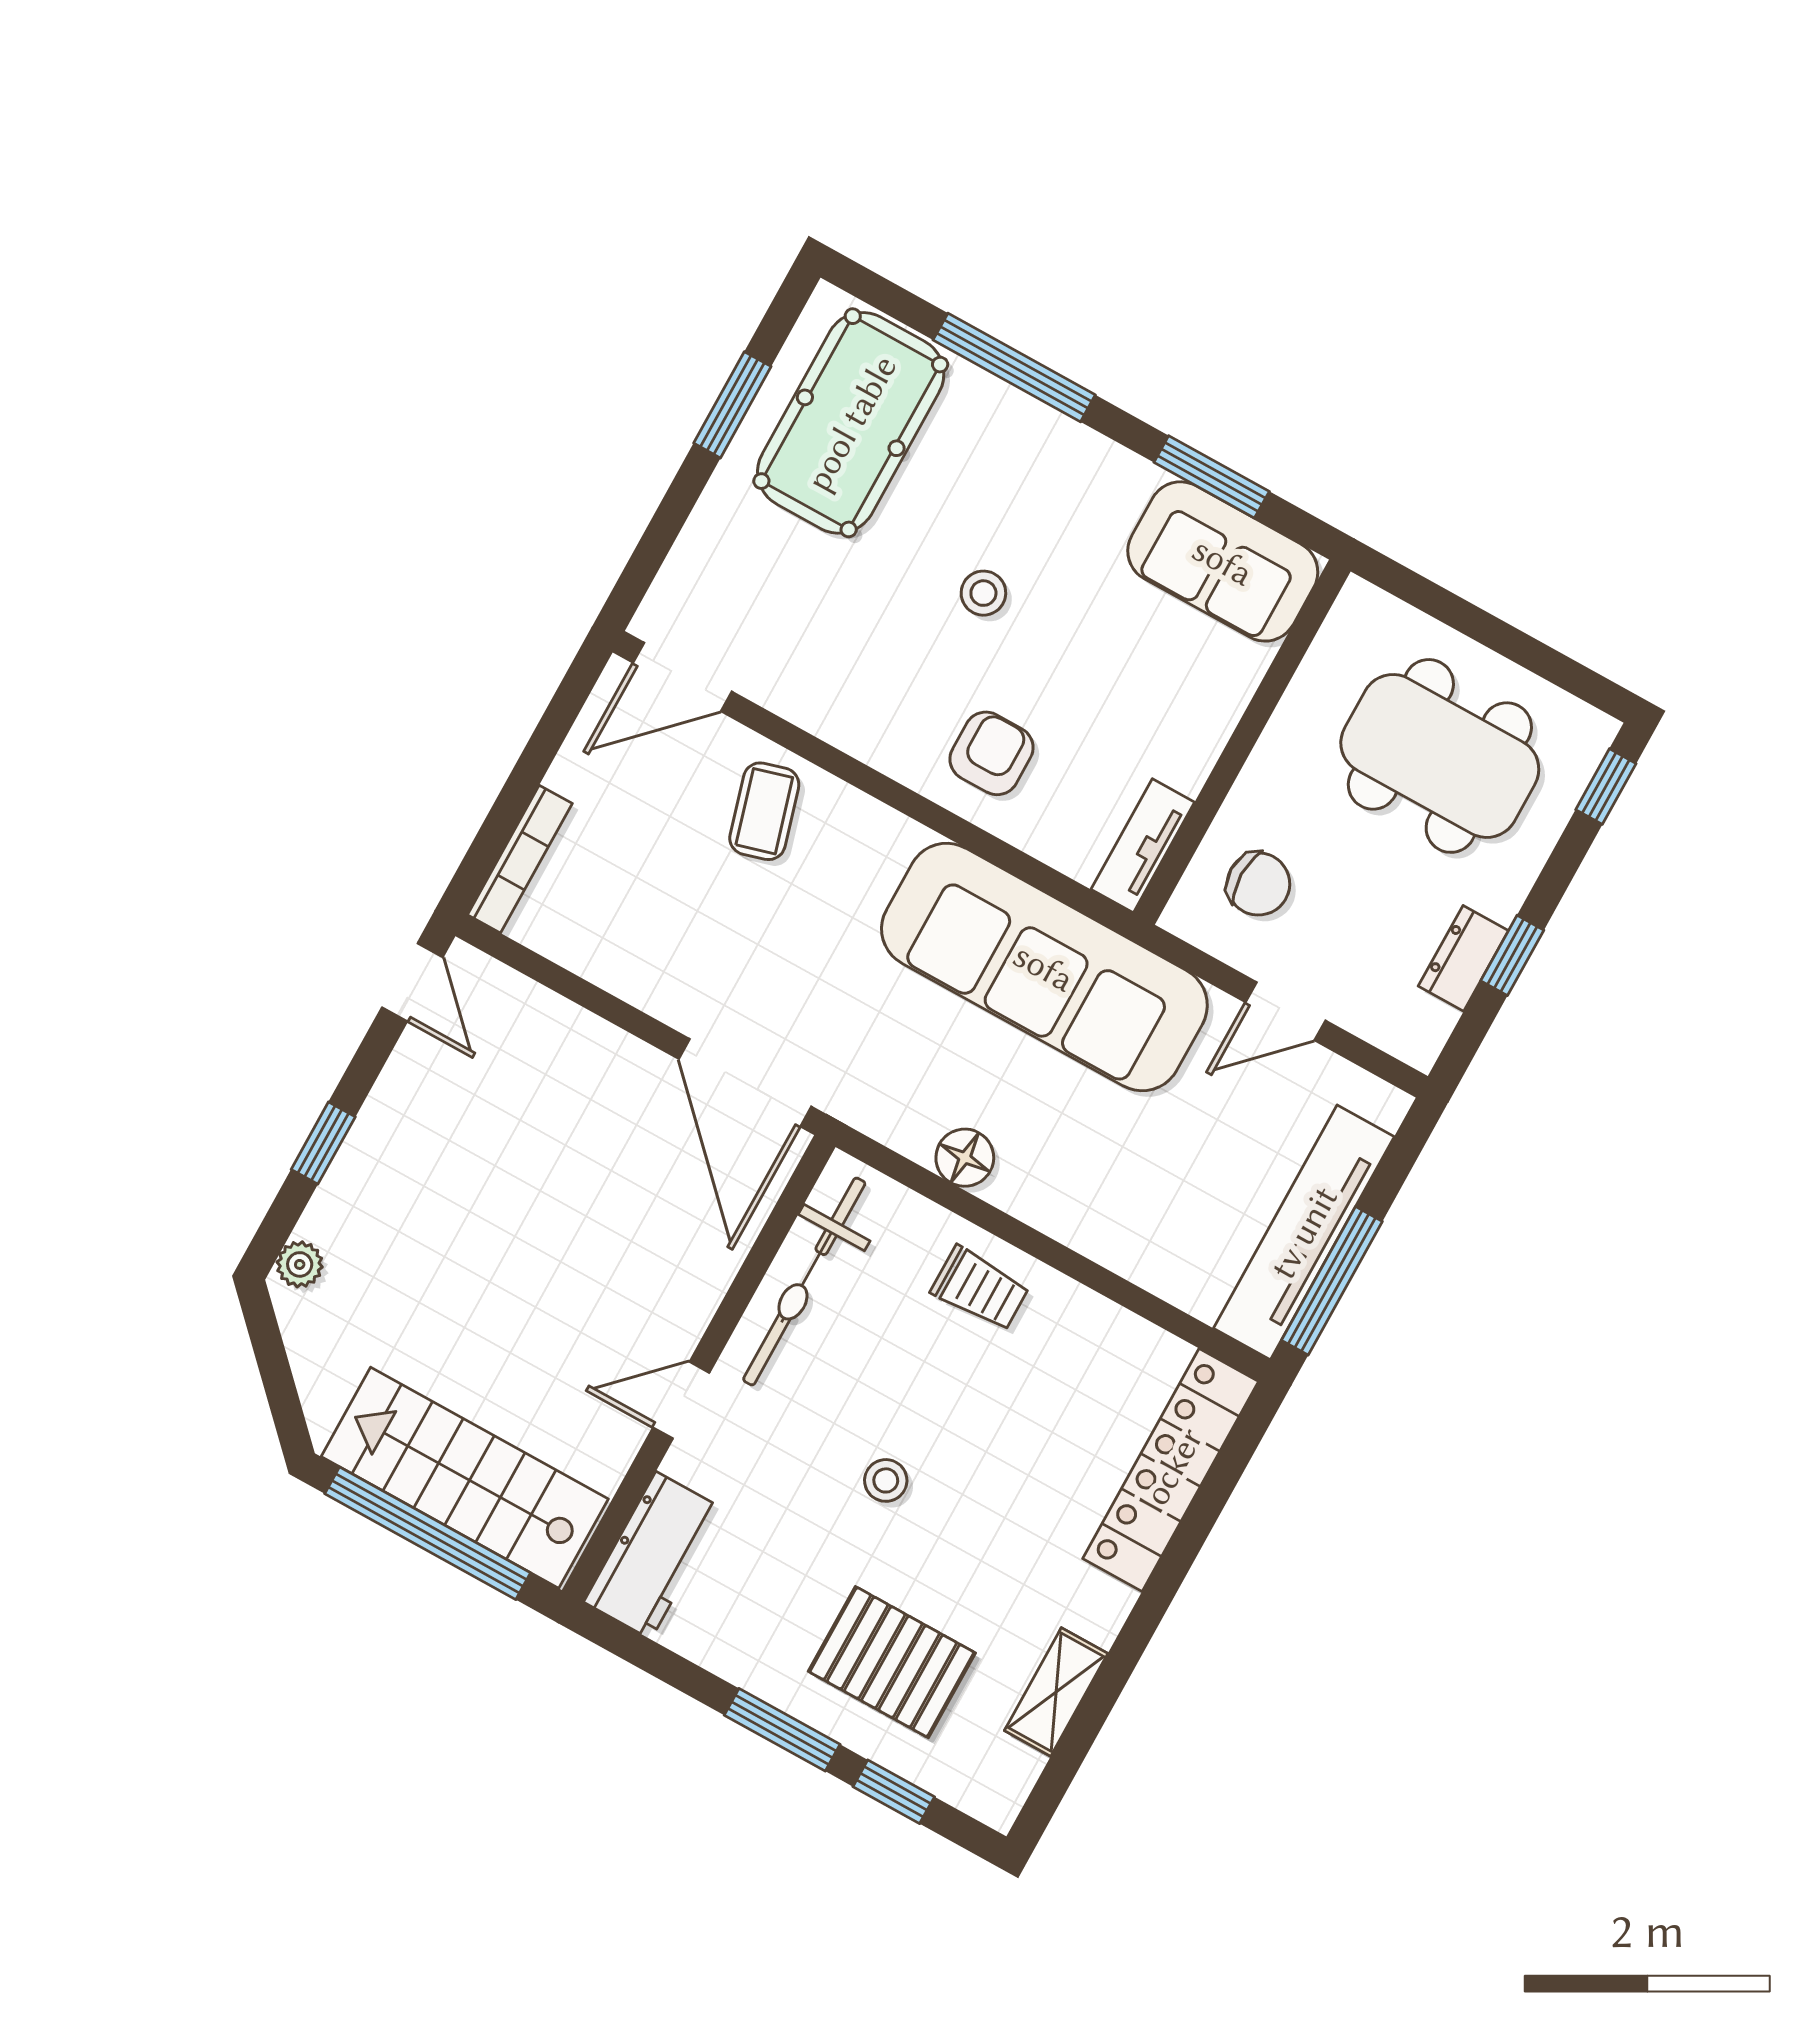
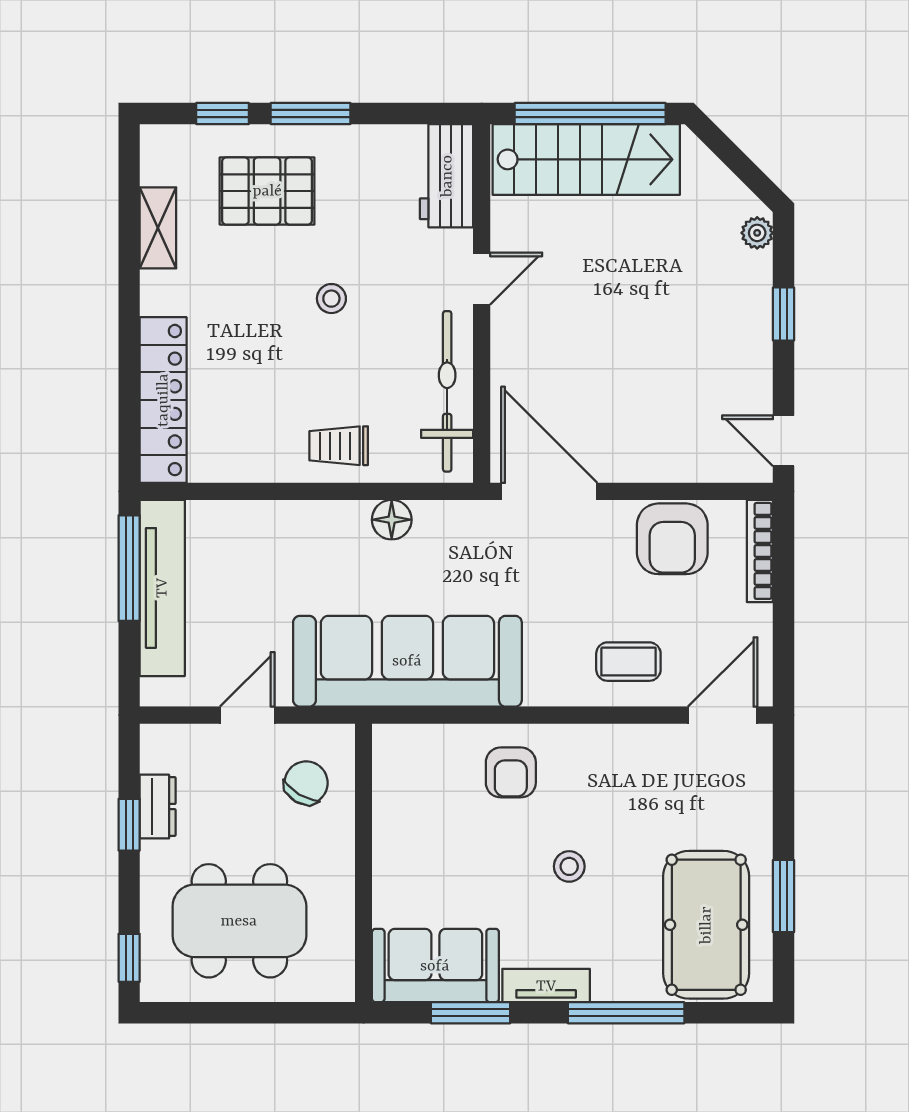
coffee table: (764, 811) -> (628, 662), turned -74
tv unit: (1143, 846) -> (546, 986), moved, turned -90
chair: (1258, 884) -> (306, 783), turned 121
armchair: (622, 936) -> (672, 539), added

